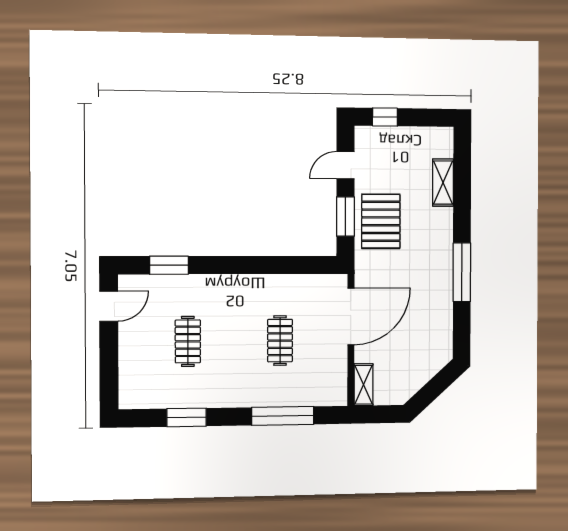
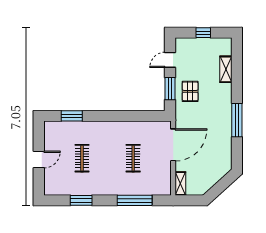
window: (385, 117) -> (203, 33), moved
pallet: (381, 221) -> (190, 91), width x0.67, depth x0.71
door: (109, 306) -> (39, 160), moved

